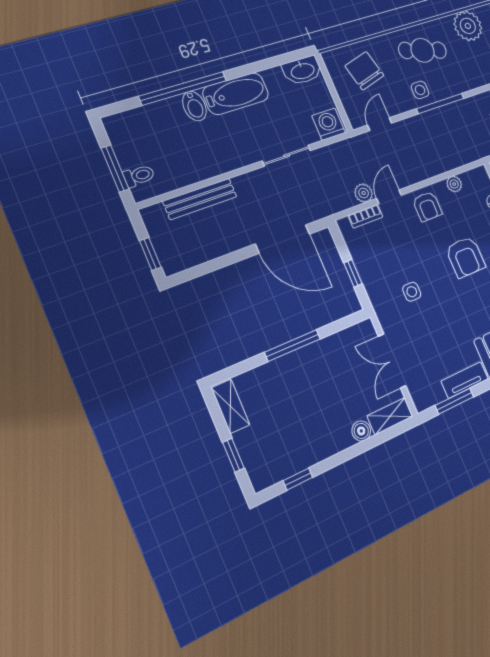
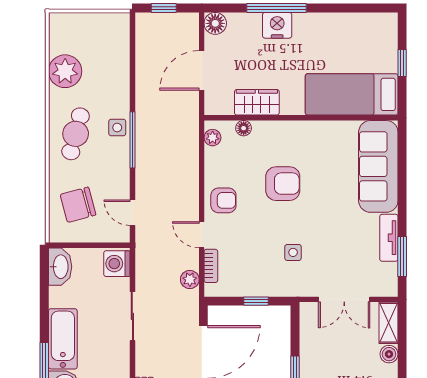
side table: (420, 90) -> (117, 128), moved
plant: (454, 184) -> (213, 138), moved
plant: (364, 193) -> (190, 280), moved

